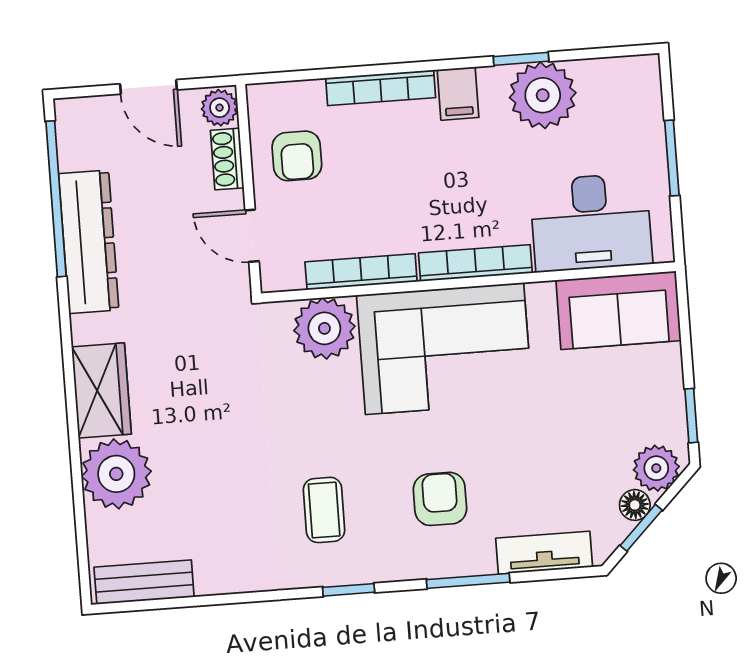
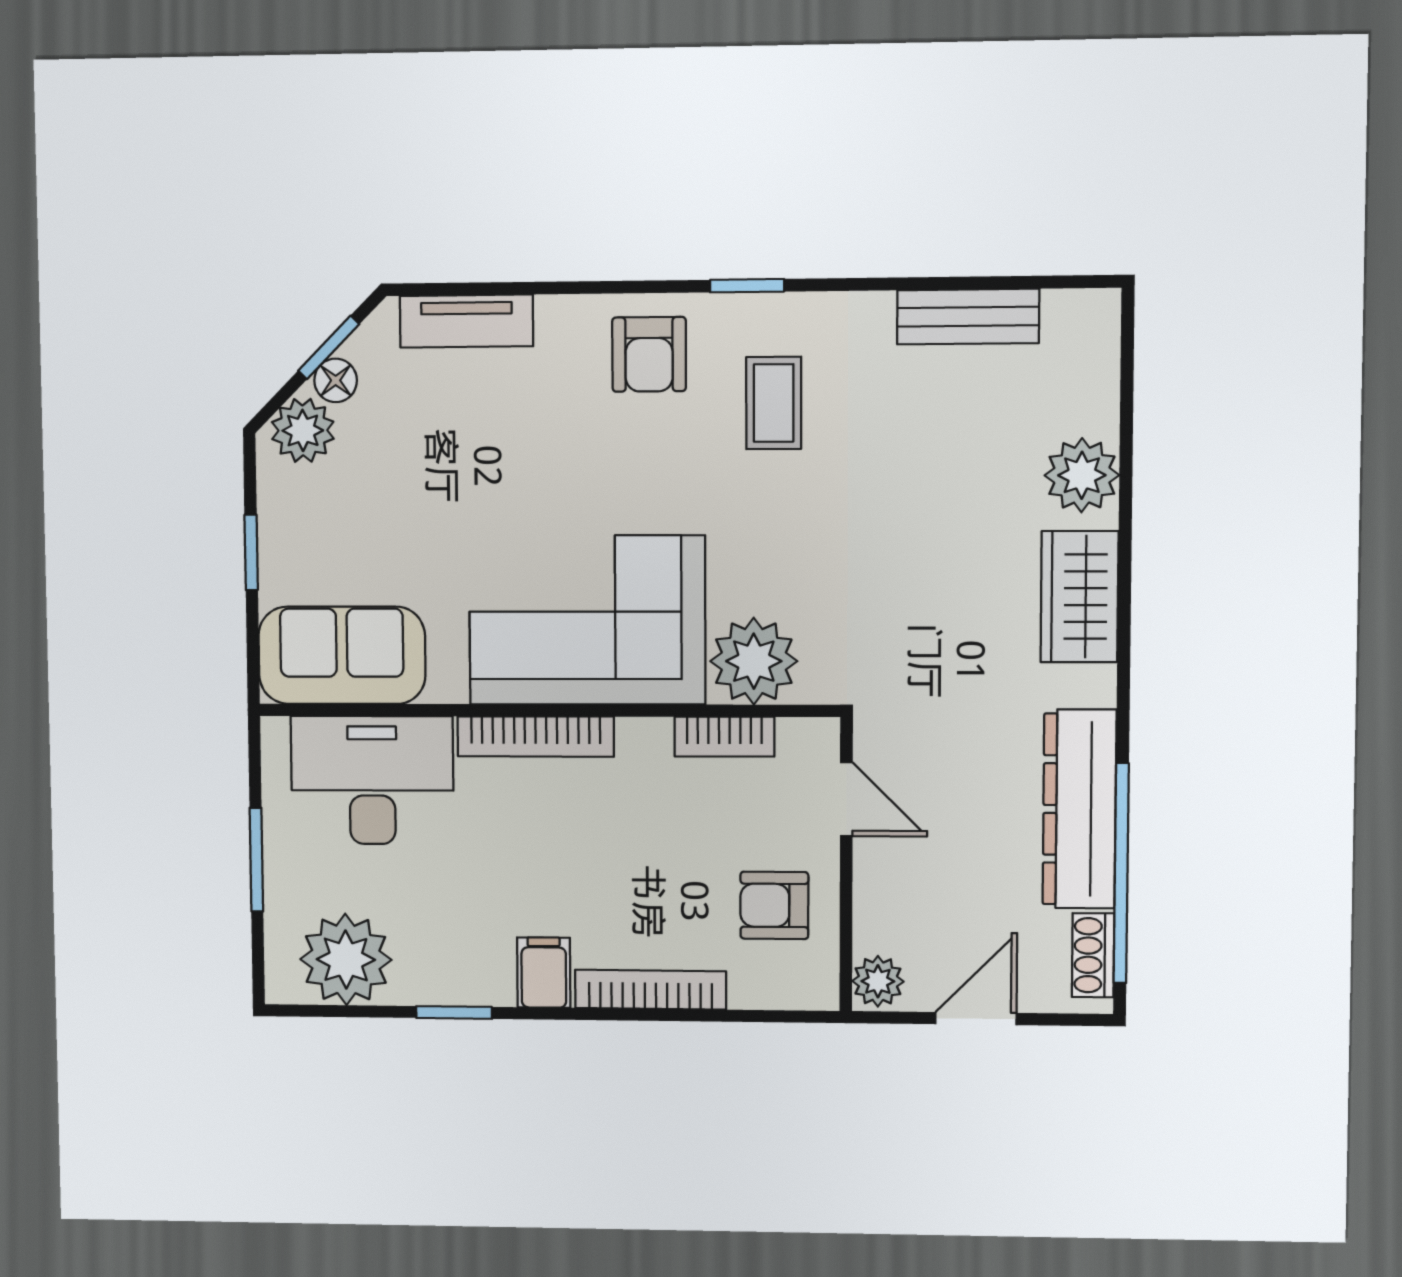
door: (148, 87) -> (976, 1019), hinge flipped
plant: (543, 95) -> (346, 959), moved
armchair: (297, 156) -> (774, 905), turned -90
shoe rack: (227, 159) -> (1093, 955), moved, turned 180
bookcase: (361, 272) -> (724, 737), width x0.64
window: (691, 416) -> (251, 552), moved
plant: (116, 474) -> (1082, 475), width x0.73, depth x0.73
armchair: (440, 499) -> (649, 354), moved
window: (468, 581) -> (576, 288), removed
bench: (144, 582) -> (968, 317), moved

